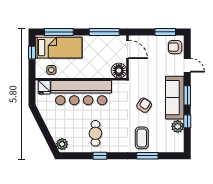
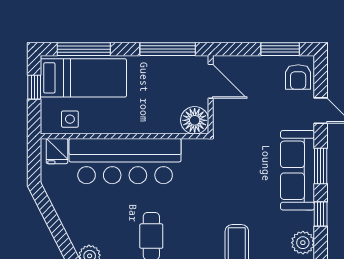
armchair: (175, 47) -> (298, 77), turned -90
armchair: (144, 105) -> (241, 184), removed
plant: (178, 126) -> (303, 243), moved

